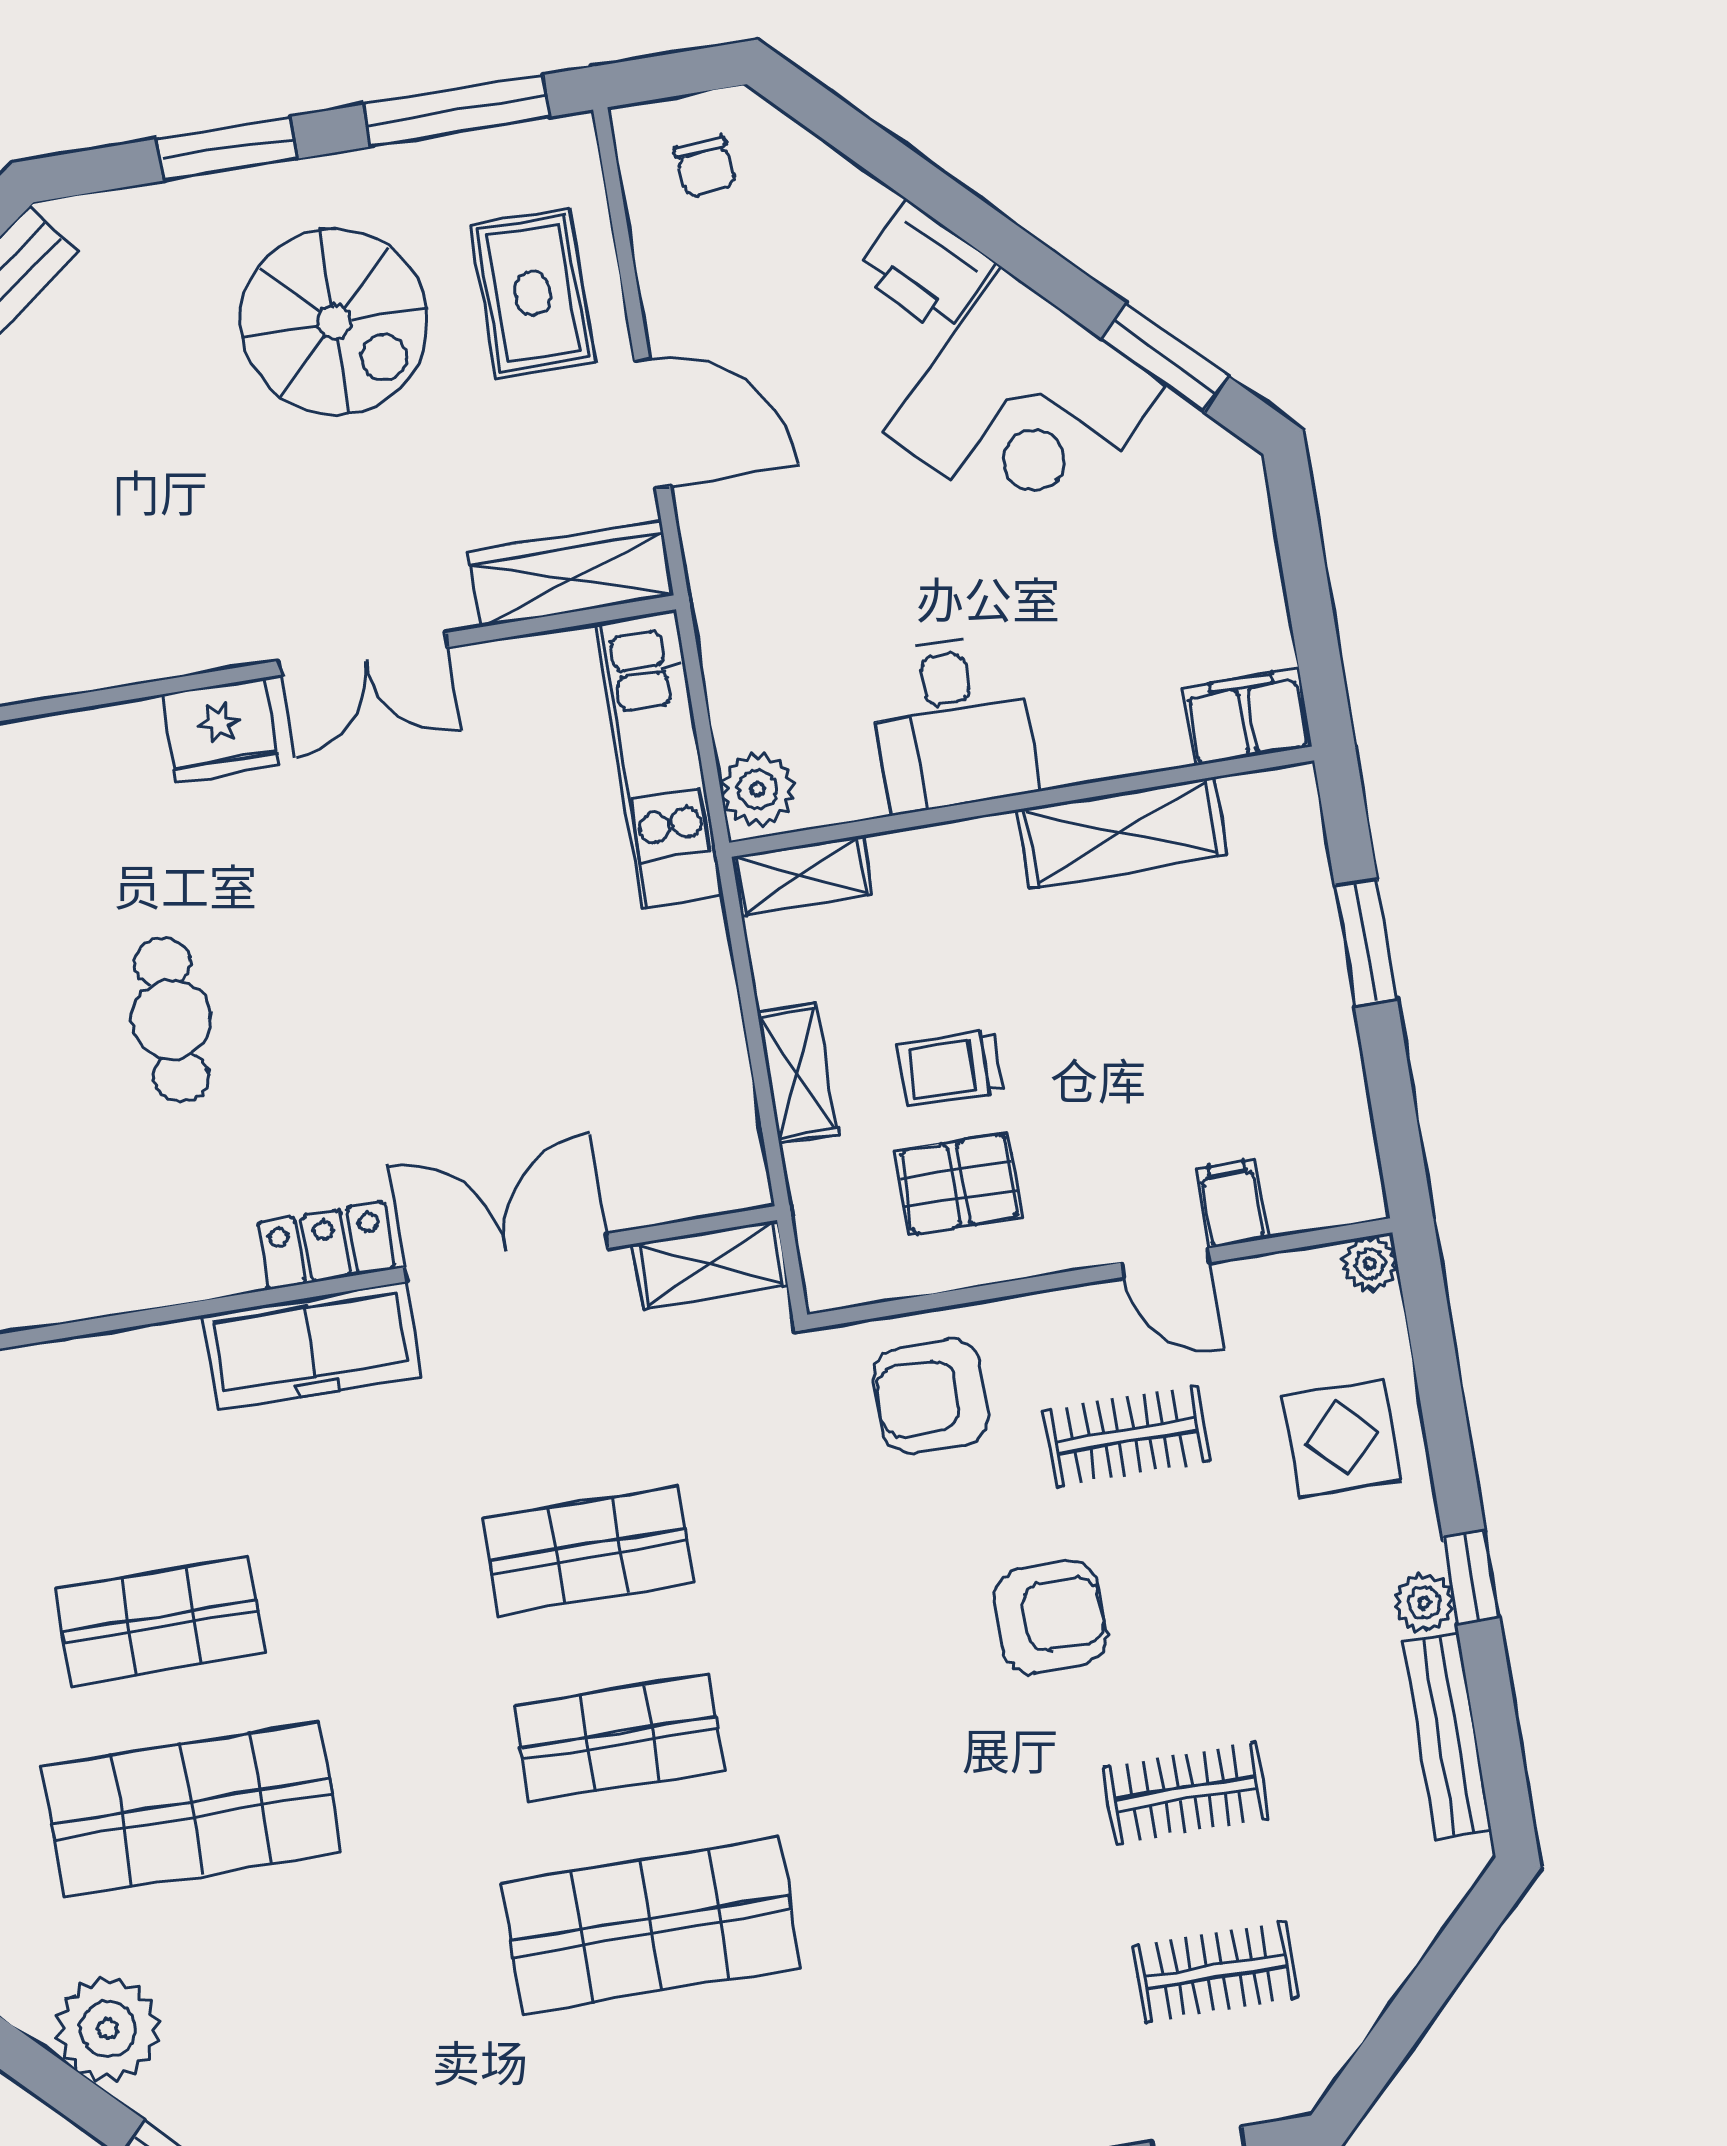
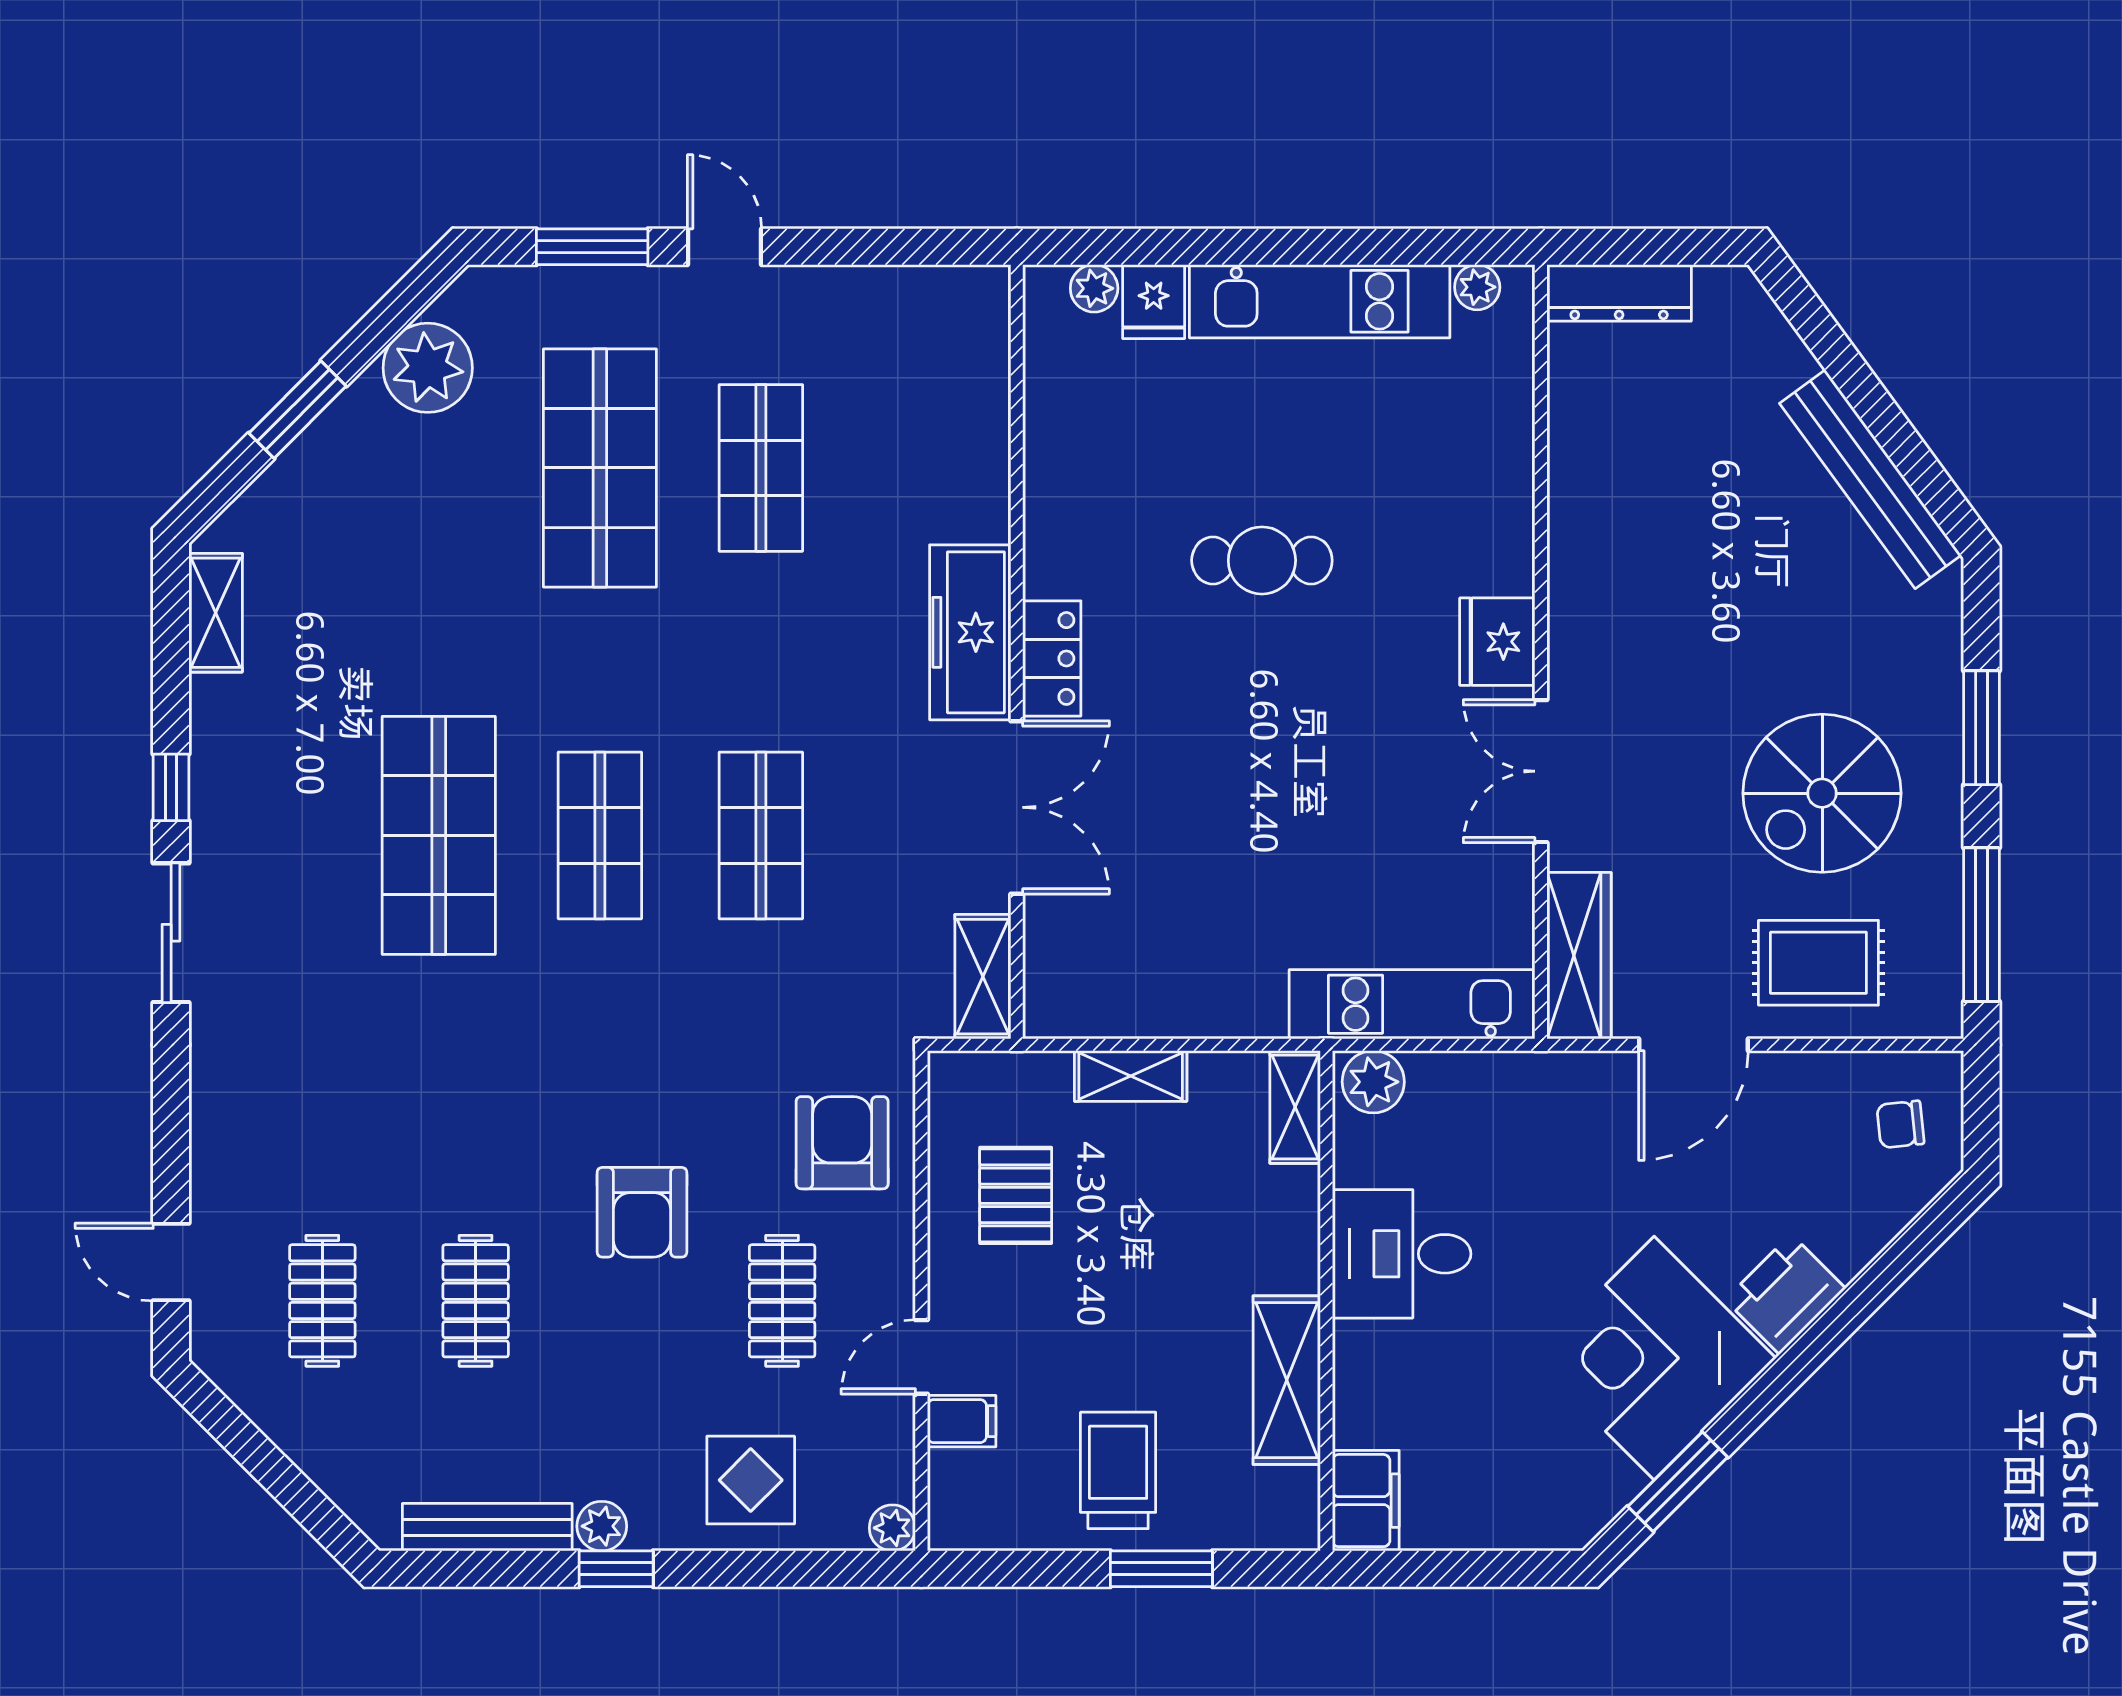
trolley: (950, 1068) -> (1118, 1470), moved, width x1.36, depth x1.39

